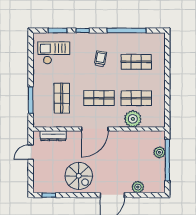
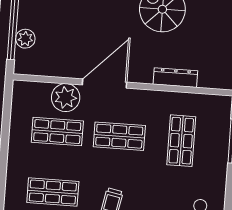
door: (95, 129) -> (104, 84), moved
dresser: (53, 136) -> (175, 78), moved

